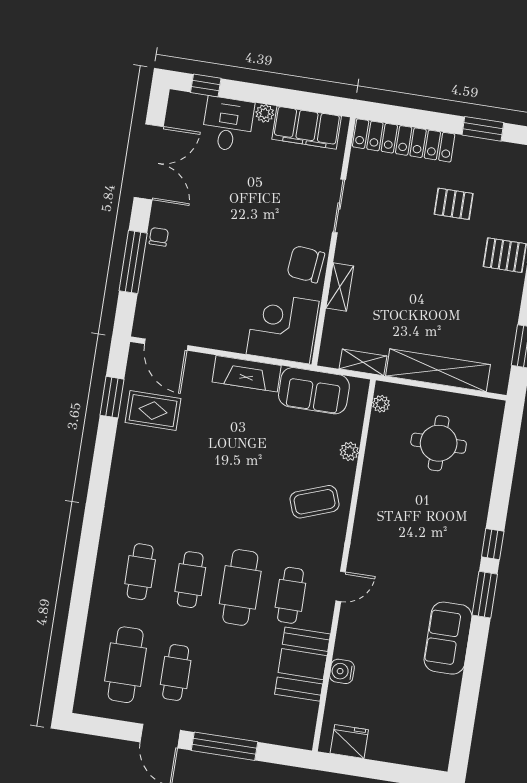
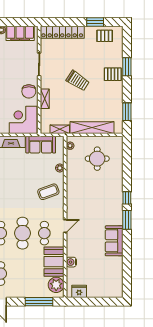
pallet: (454, 204) -> (105, 36), moved
trolley: (422, 257) -> (78, 81), added
chair: (306, 264) -> (29, 91), turned -96
plant: (299, 718) -> (56, 285), added
window: (224, 746) -> (39, 302), moved

